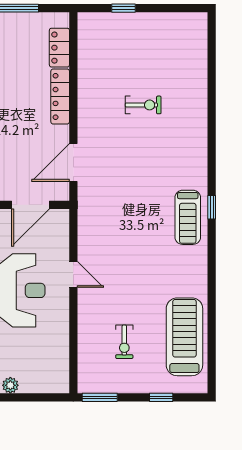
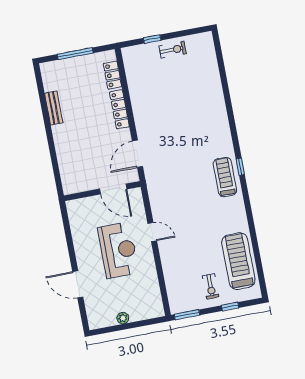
exercise bike: (143, 105) -> (173, 50), moved
door: (31, 205) -> (113, 189), hinge flipped
treadmill: (188, 217) -> (225, 177), turned 180
exercise bike: (124, 342) -> (211, 286), moved

